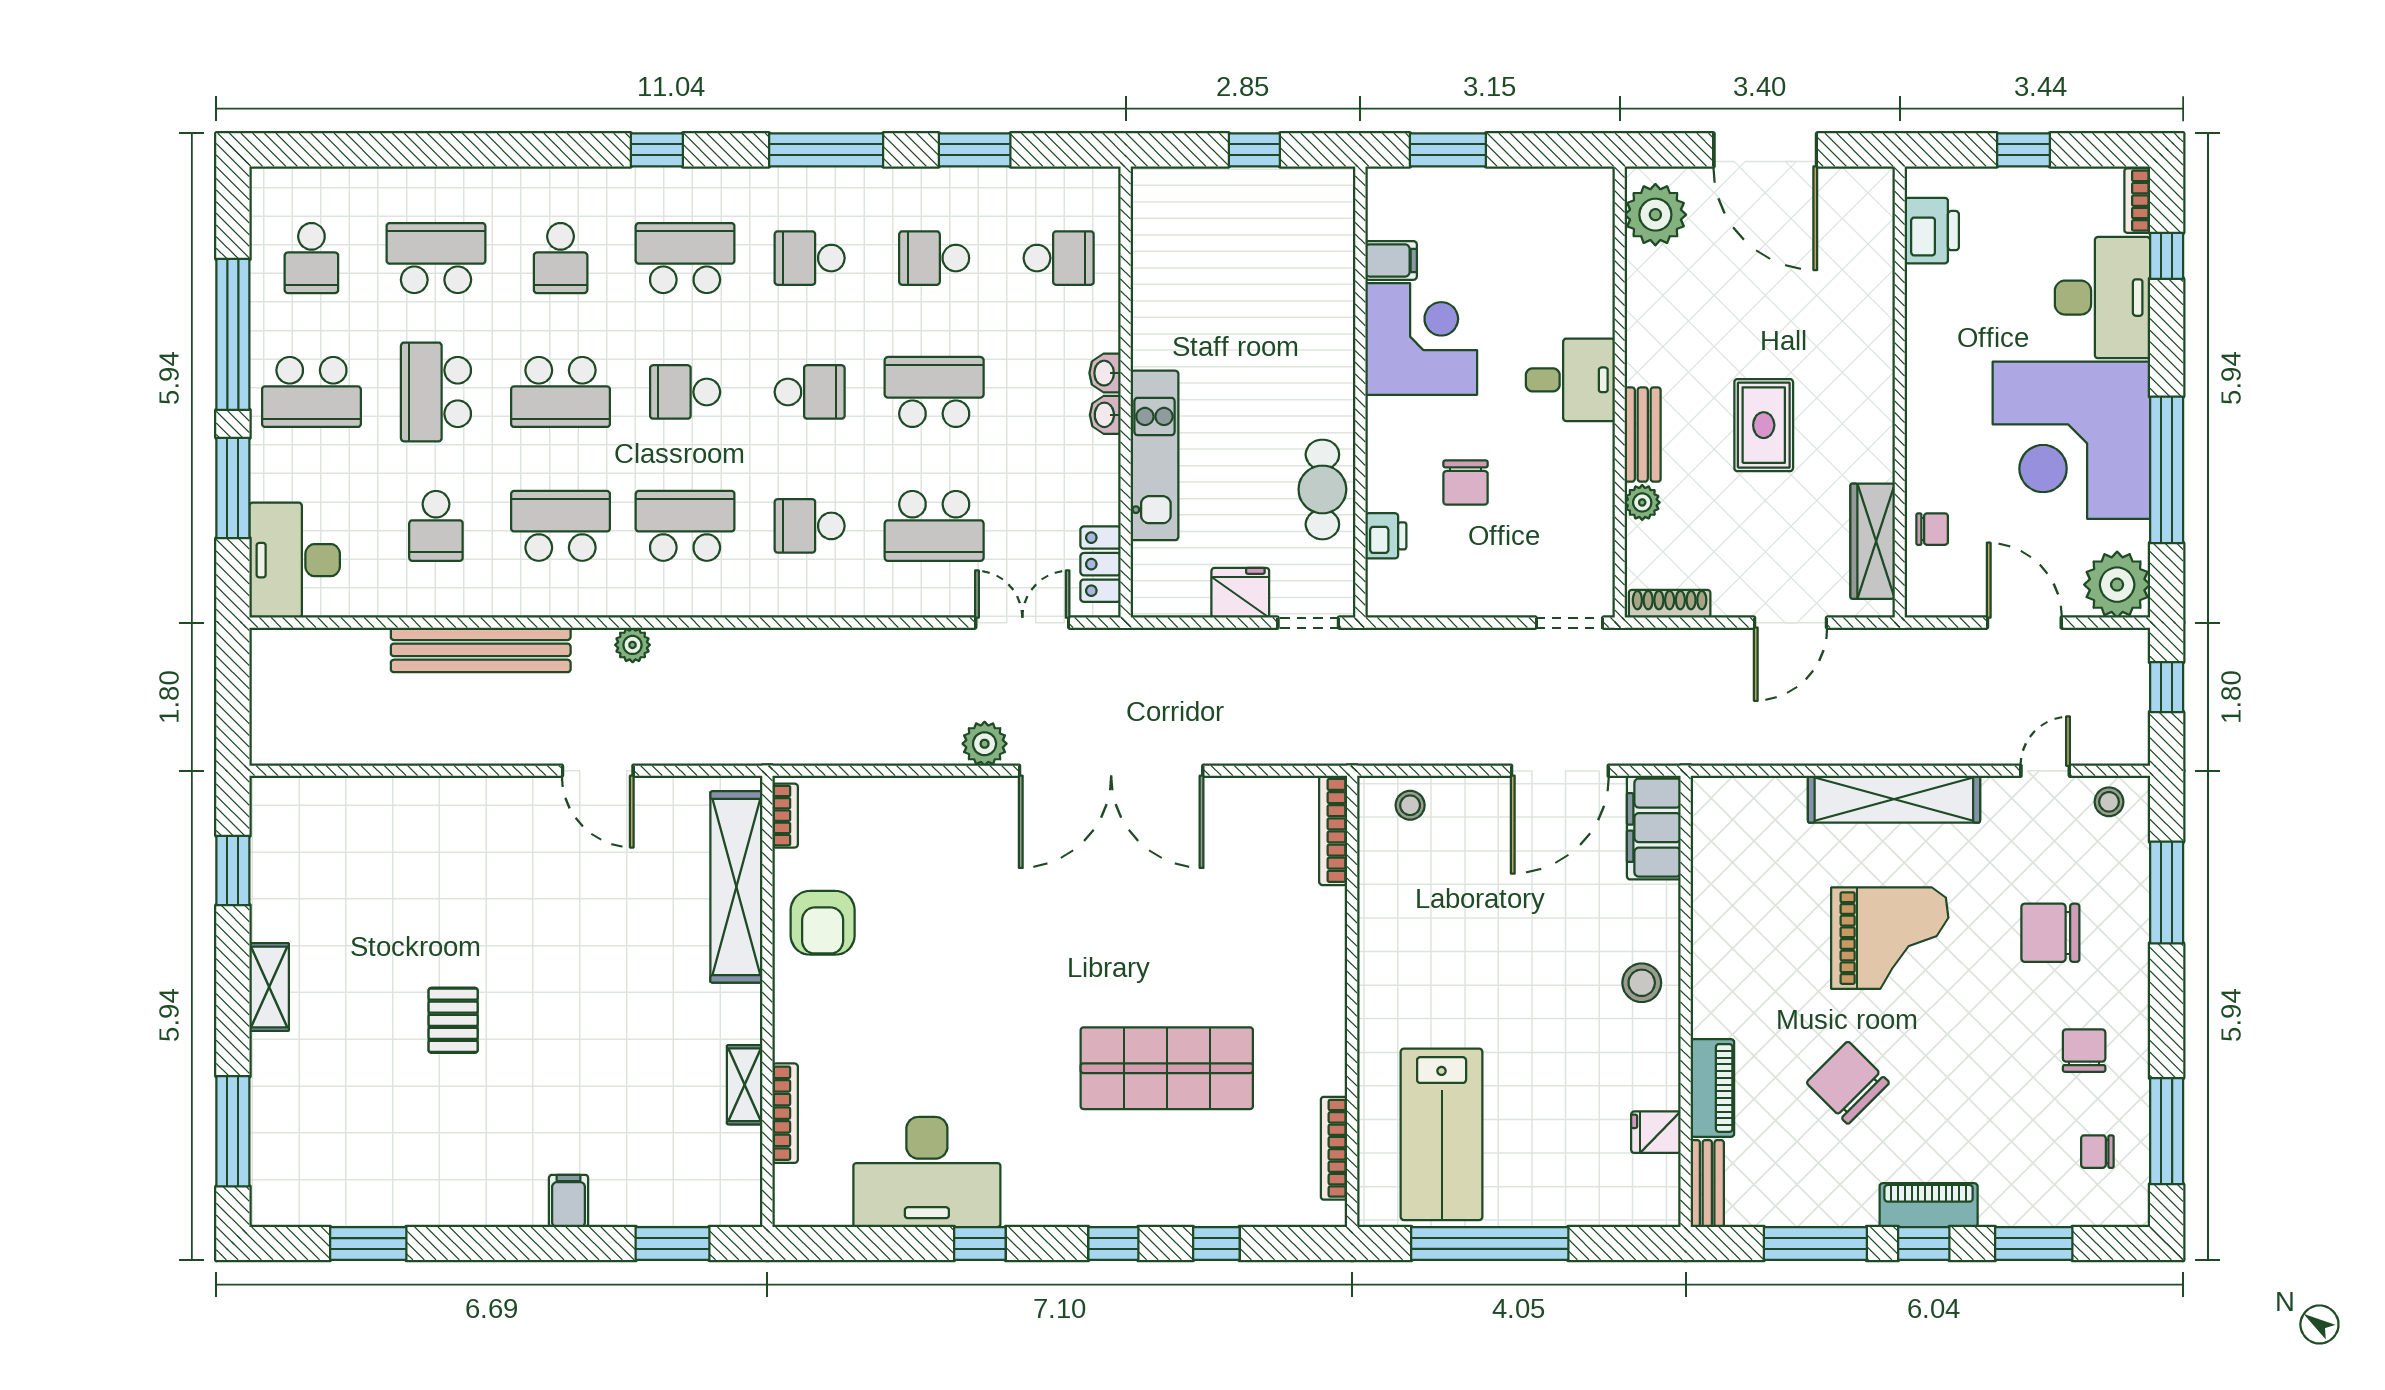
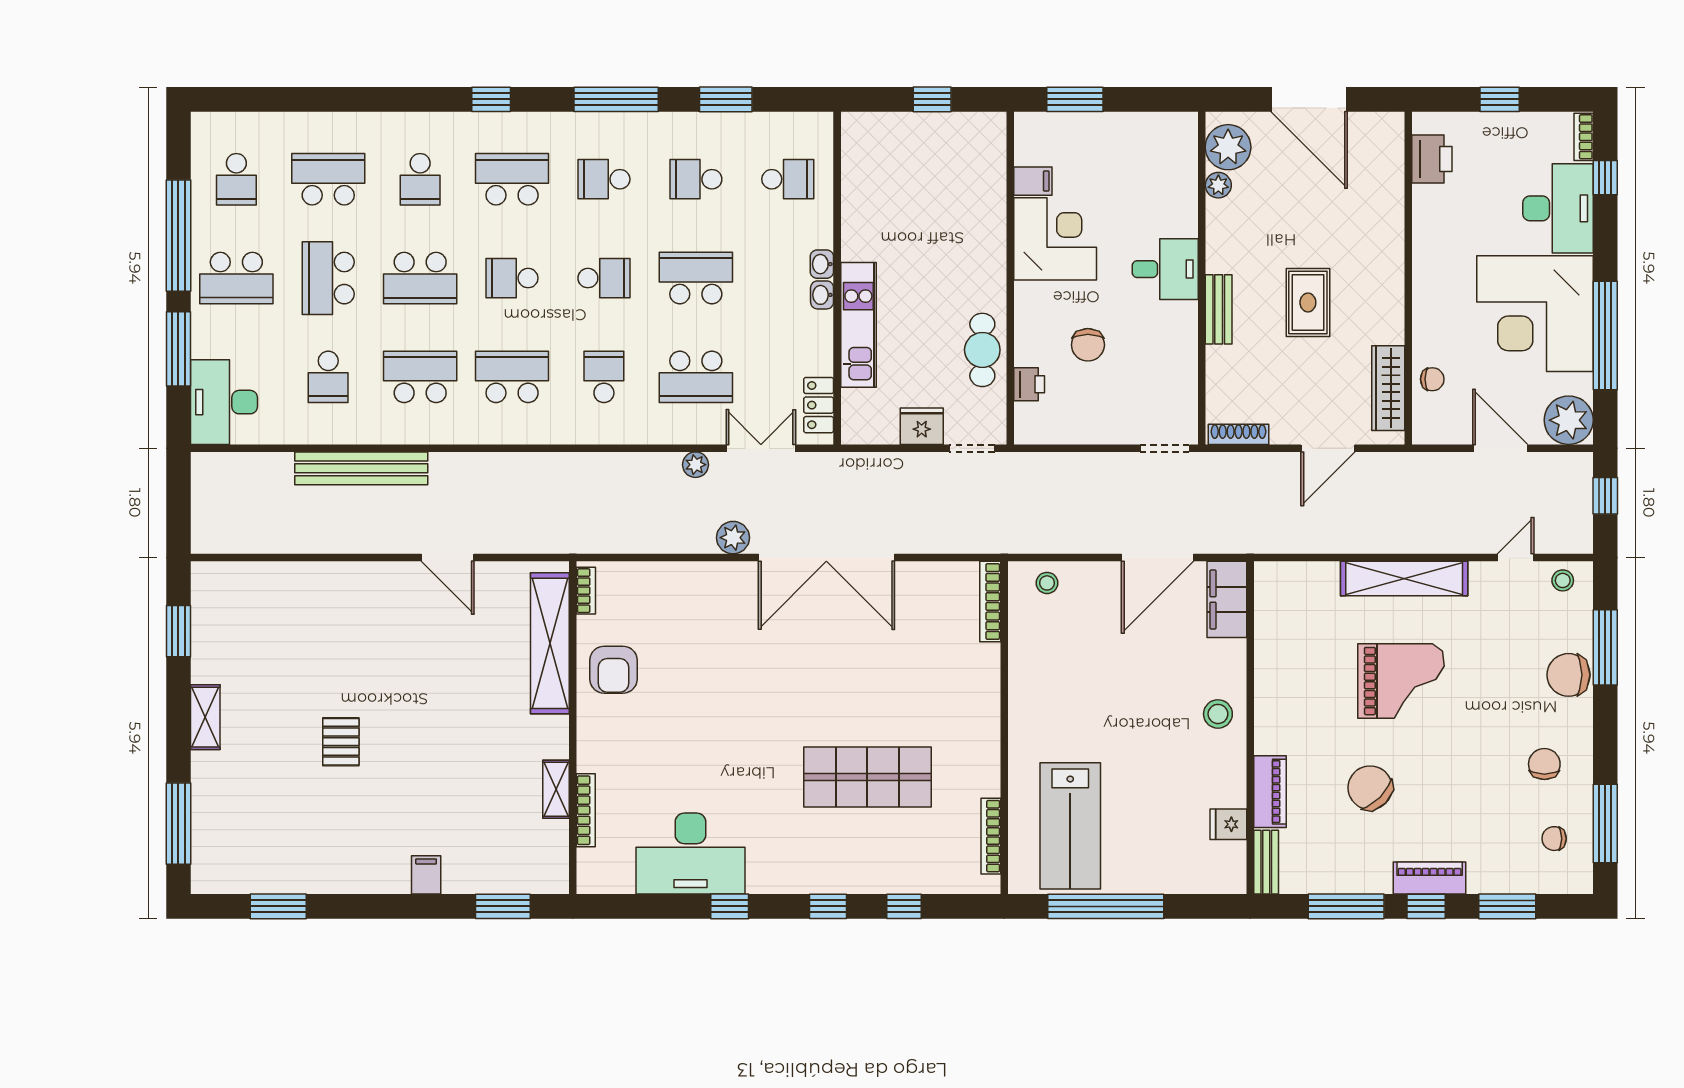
plant: (1642, 502) -> (1218, 185), moved
school desk: (810, 526) -> (604, 377), turned 90
plant: (633, 645) -> (696, 465), moved
chair: (2050, 933) -> (1568, 675), moved

